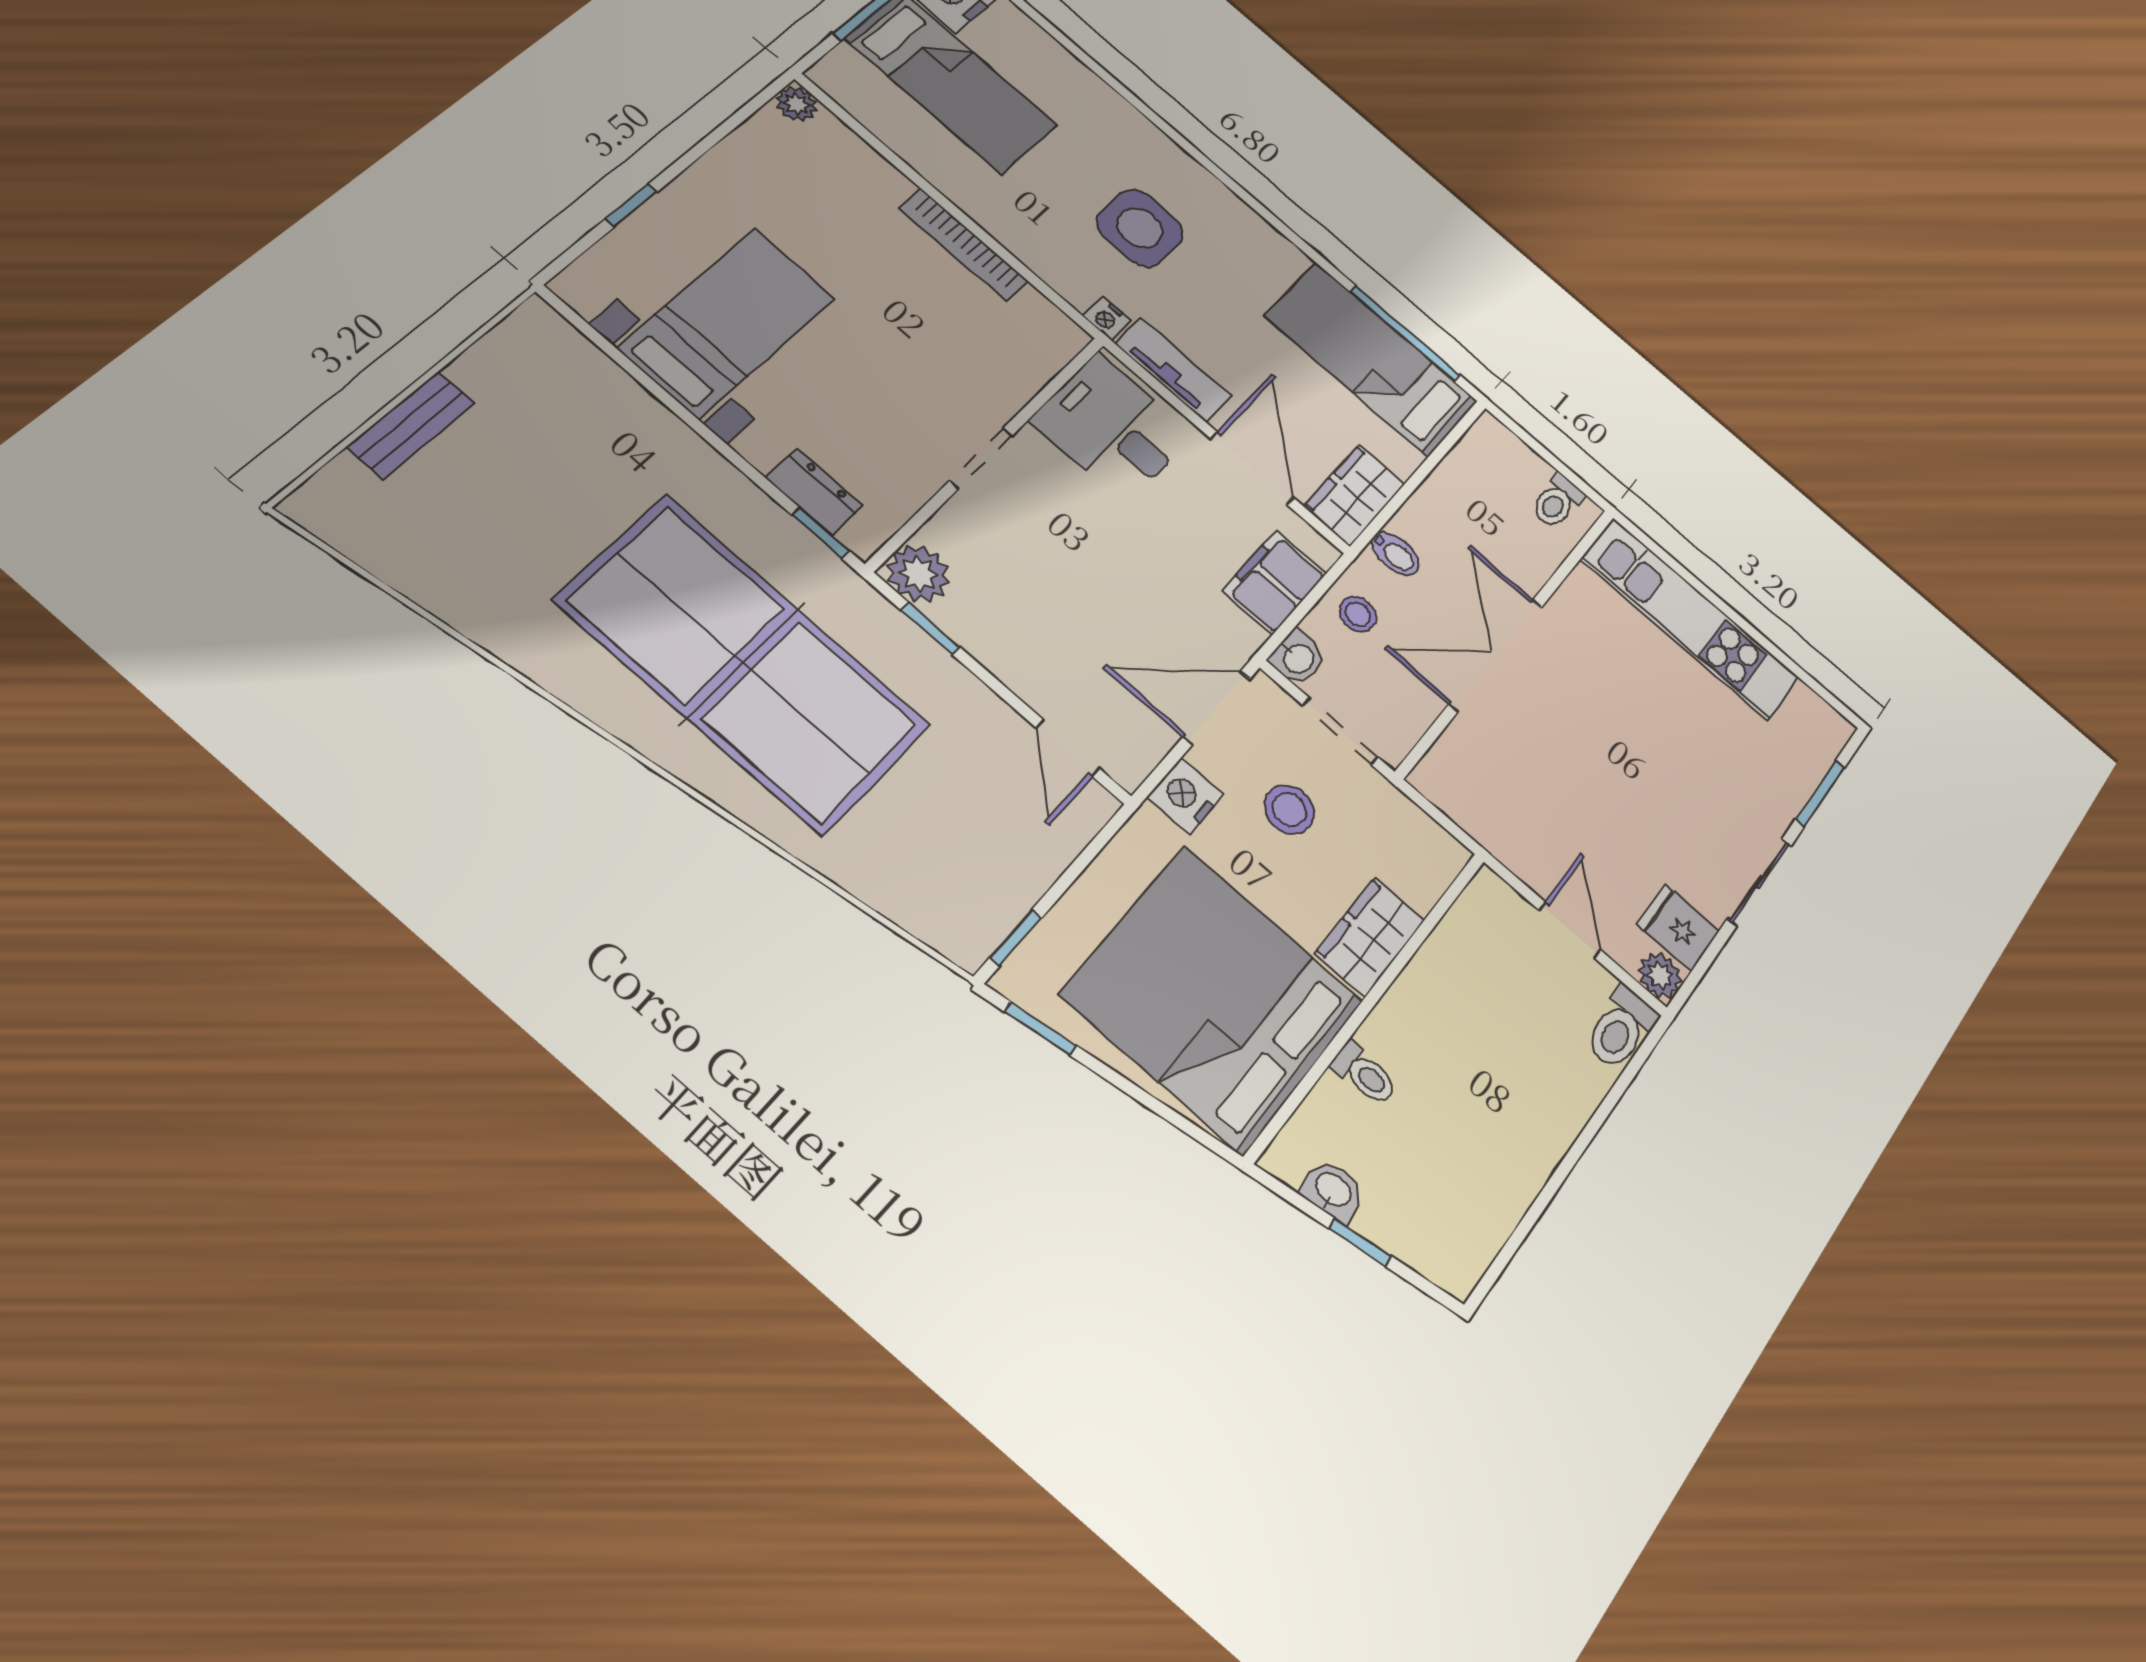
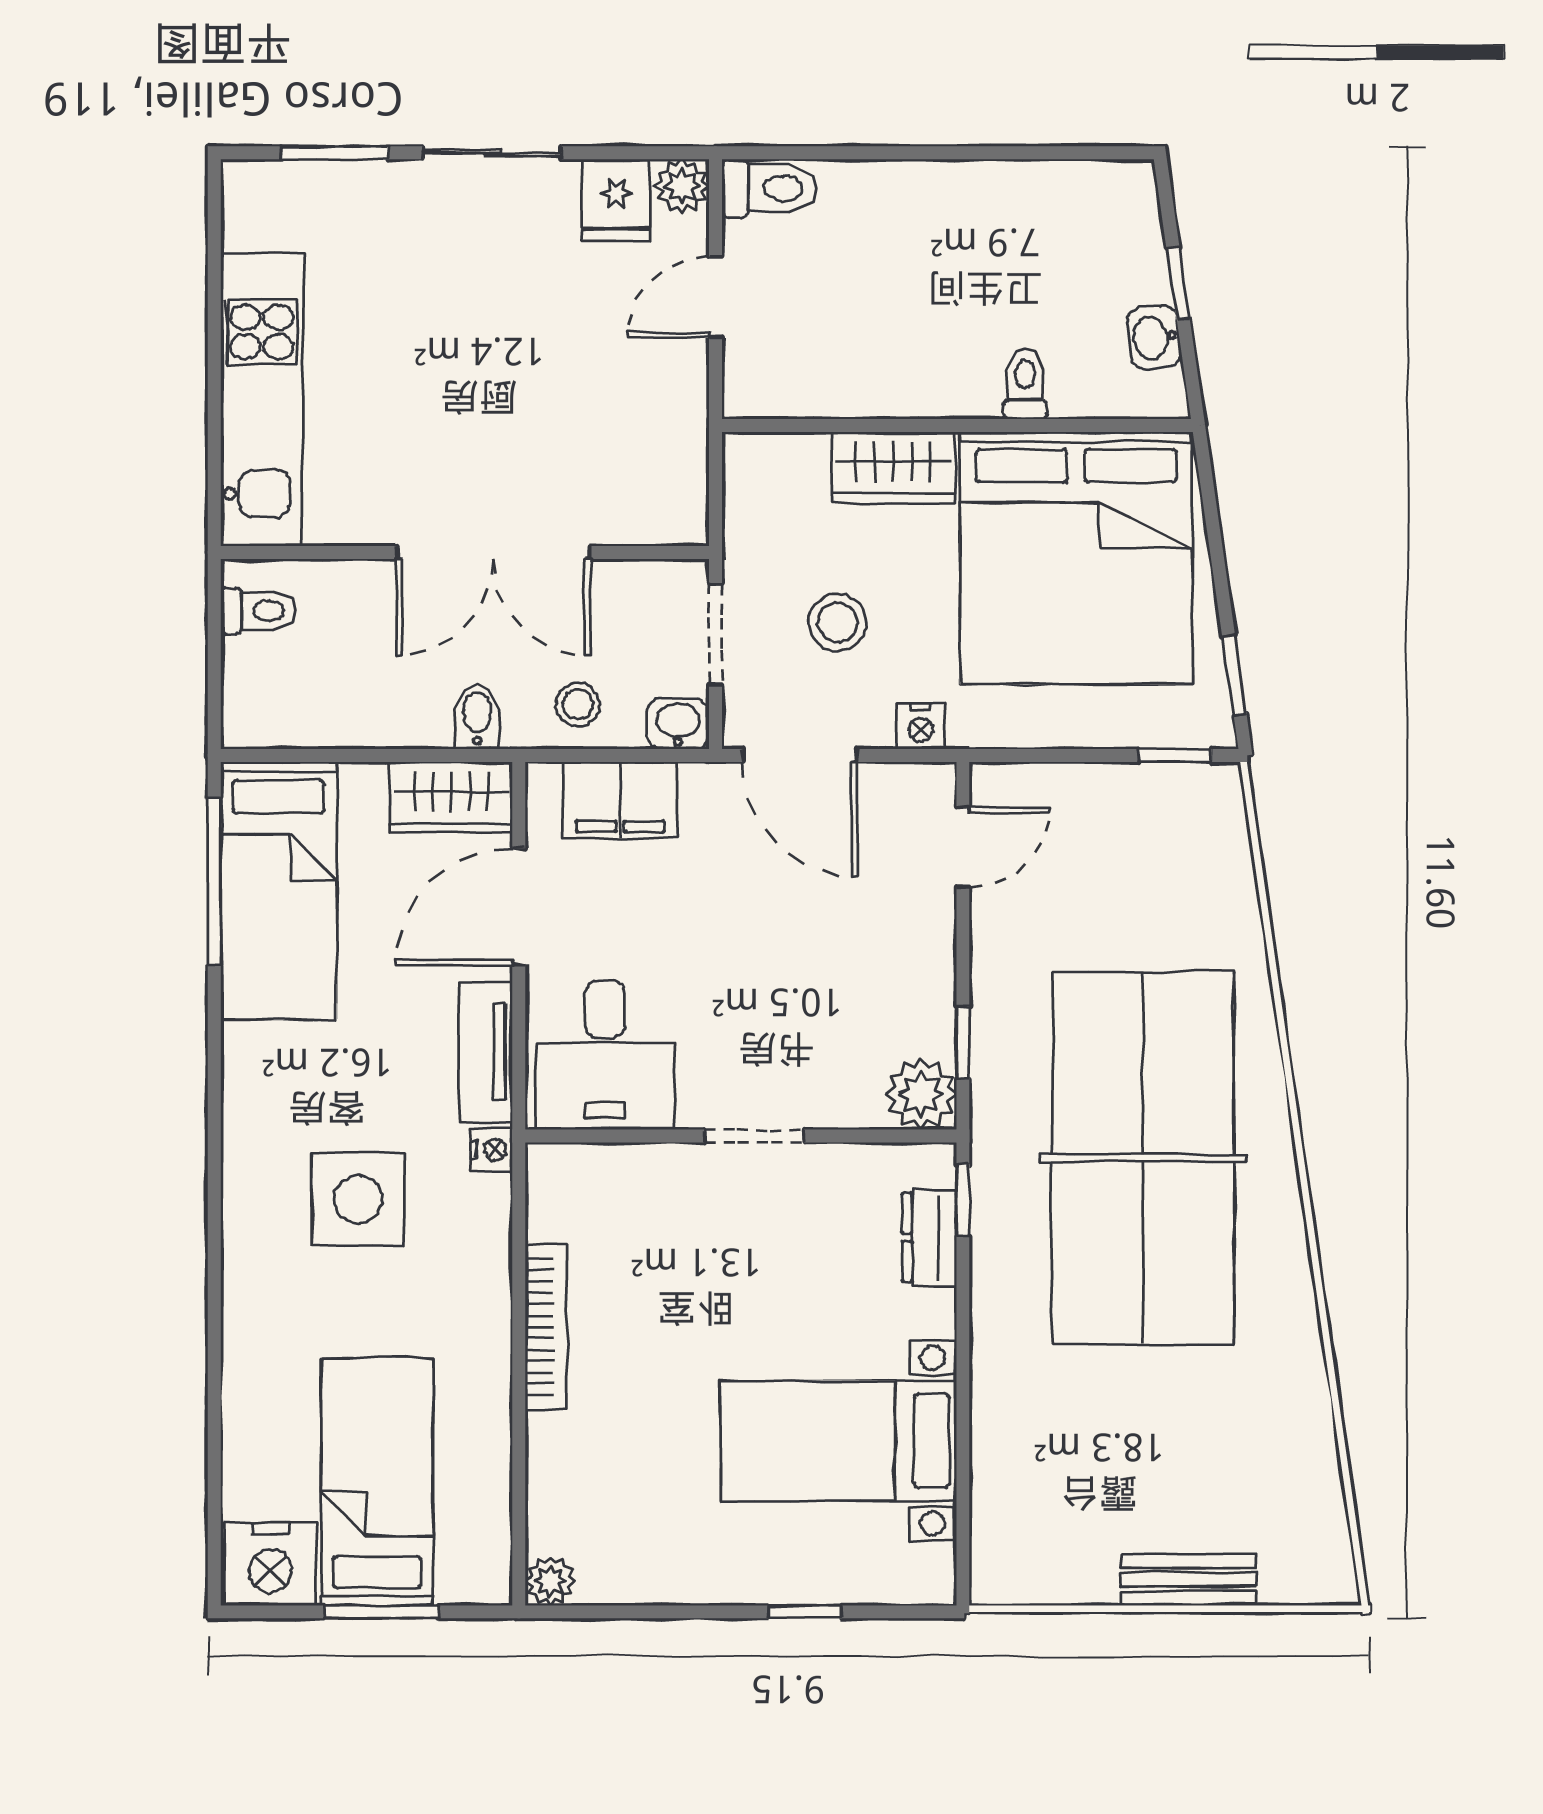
nightstand: (1185, 796) -> (921, 726), width x0.72, depth x0.74

